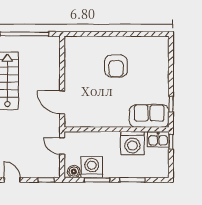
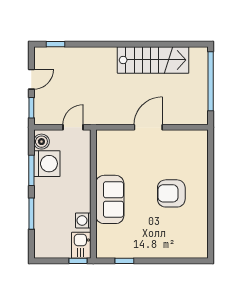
door: (62, 102) -> (148, 127), moved
sofa: (149, 116) -> (110, 199), moved
washing machine: (132, 143) -> (83, 220), width x0.53, depth x0.53
door: (12, 180) -> (31, 79), moved

